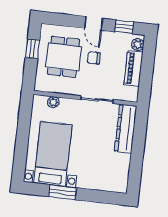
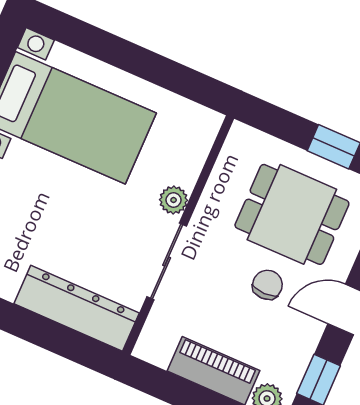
plant: (53, 102) -> (174, 200), moved

